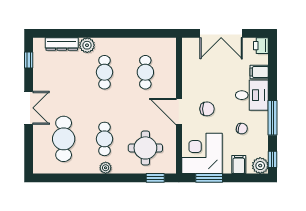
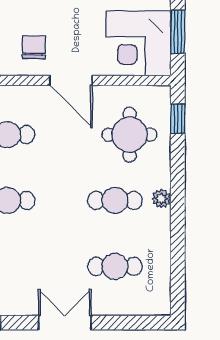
chair: (207, 109) -> (34, 47), moved
door: (179, 112) -> (71, 81), hinge flipped
cafe table: (64, 139) -> (115, 266), width x0.73, depth x0.74

